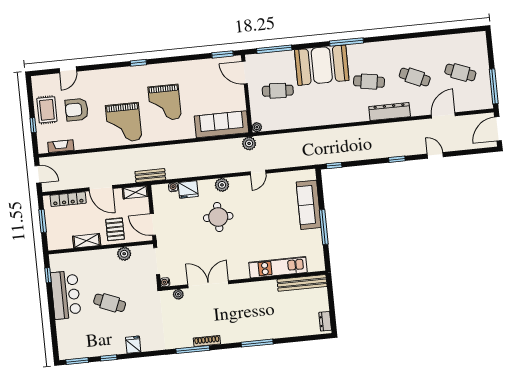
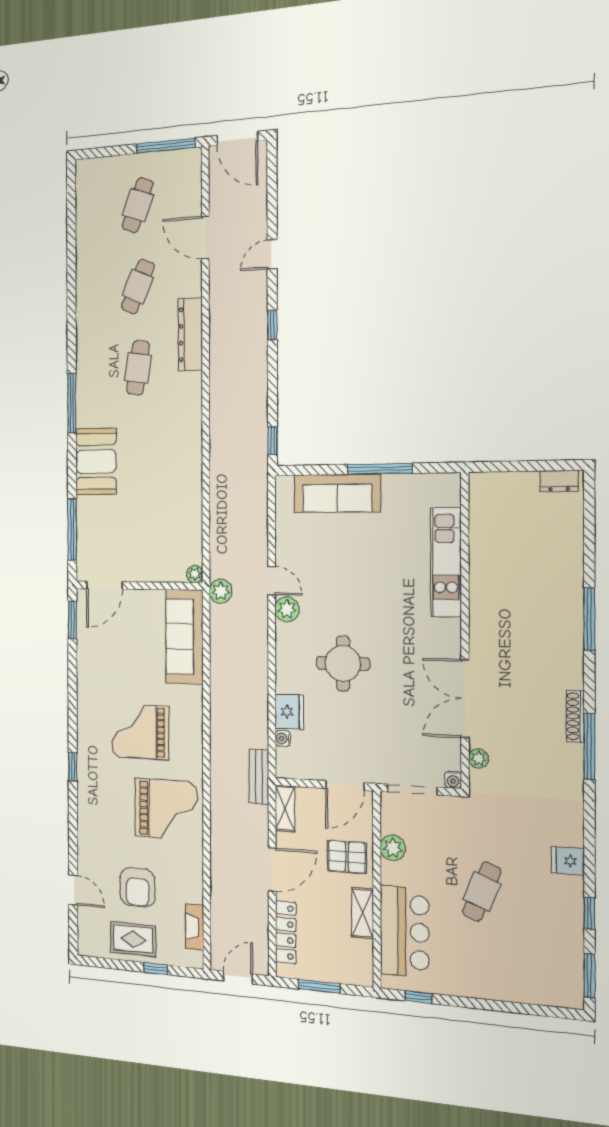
booth: (322, 65) -> (96, 461), width x0.73, depth x0.70
cafe table: (278, 91) -> (138, 530), removed
grand piano: (165, 103) -> (140, 732), turned 180
plant: (222, 185) -> (287, 609), moved
bench: (302, 283) -> (480, 519), removed
bar counter: (66, 295) -> (405, 931), moved, turned 90

